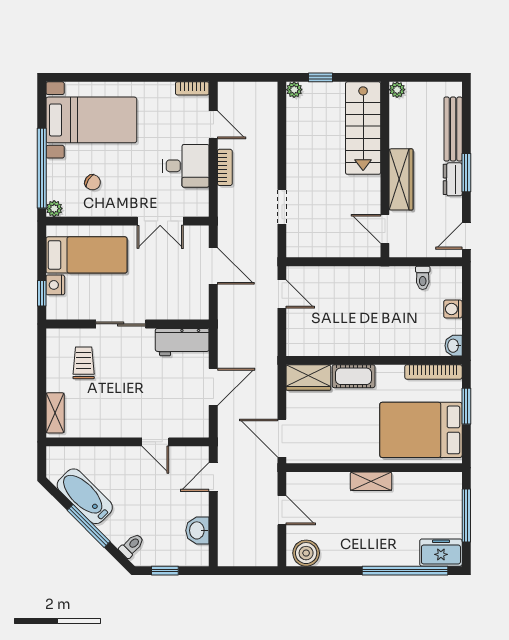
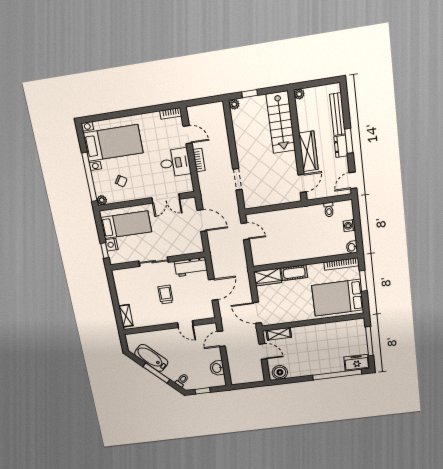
door: (385, 229) -> (302, 183), swing flipped
trolley: (84, 363) -> (166, 295), moved
shelving: (371, 481) -> (279, 334), moved

